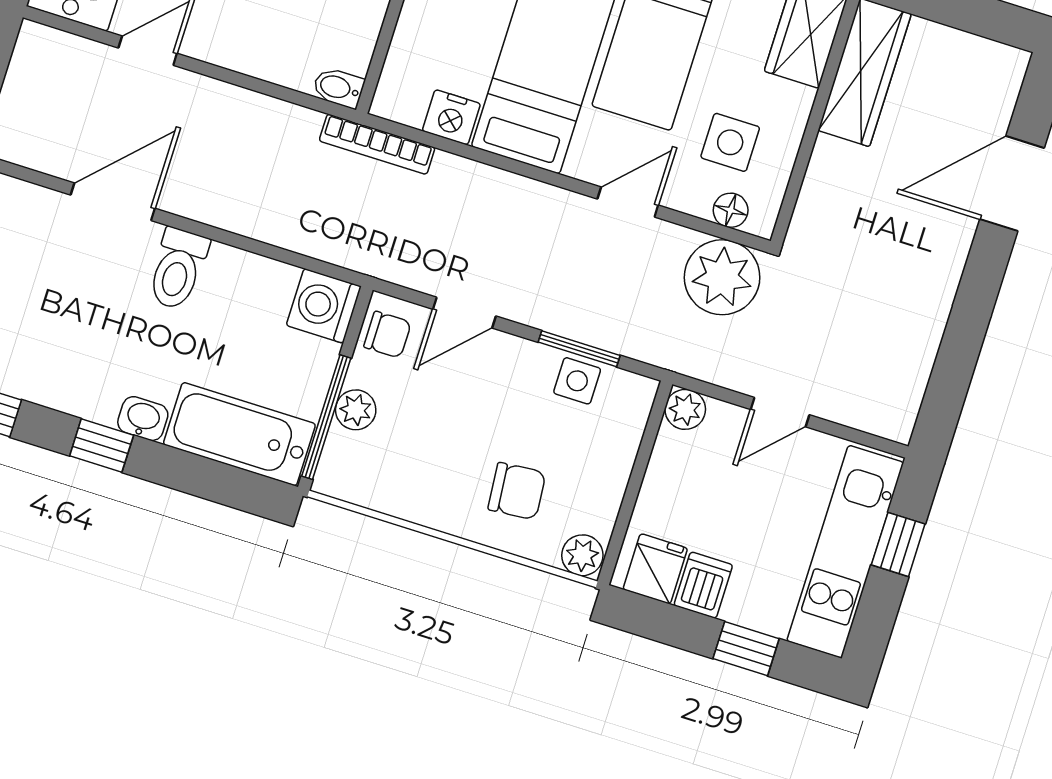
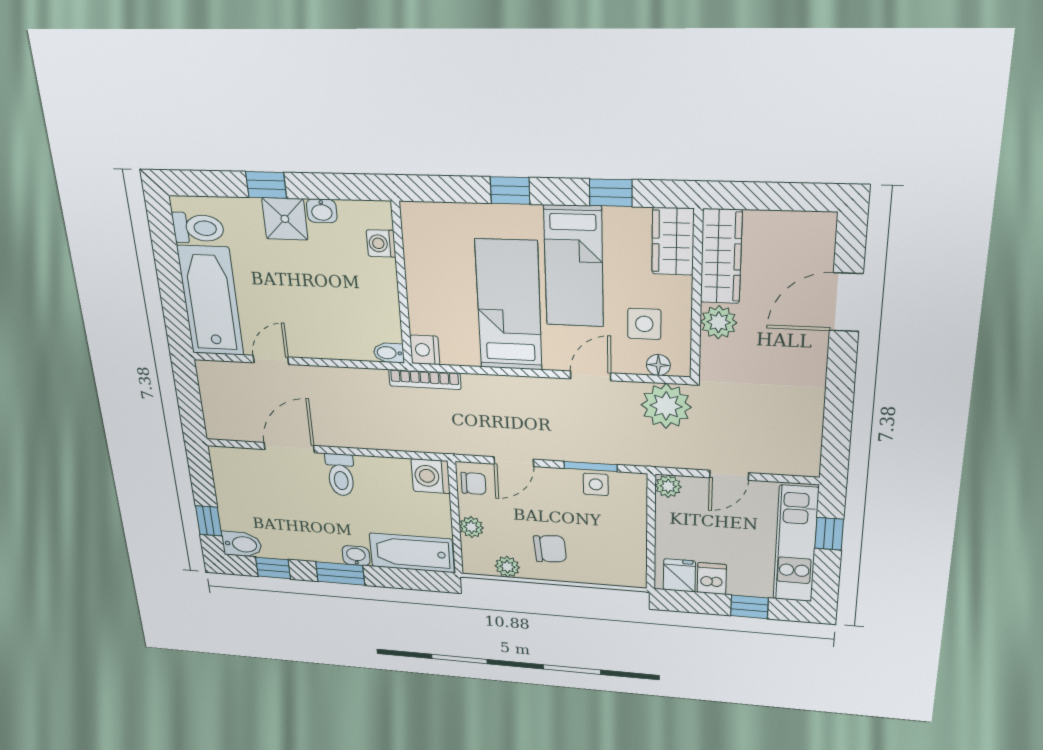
nightstand: (451, 117) -> (425, 350), moved, turned 90
plant: (834, 167) -> (719, 322), added
window: (326, 417) -> (456, 534), removed
window: (102, 445) -> (340, 573), width x1.50
chair: (517, 491) -> (550, 549), moved
plant: (582, 555) -> (507, 567), moved

